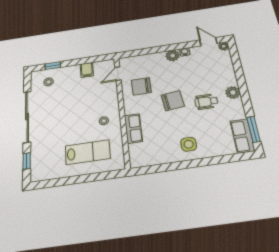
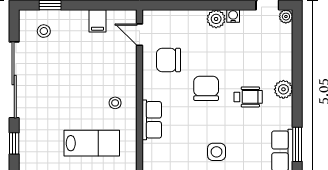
door: (118, 74) -> (139, 35), hinge flipped
chair: (173, 101) -> (206, 88), turned -83
wheelchair: (206, 102) -> (248, 97), turned 180

